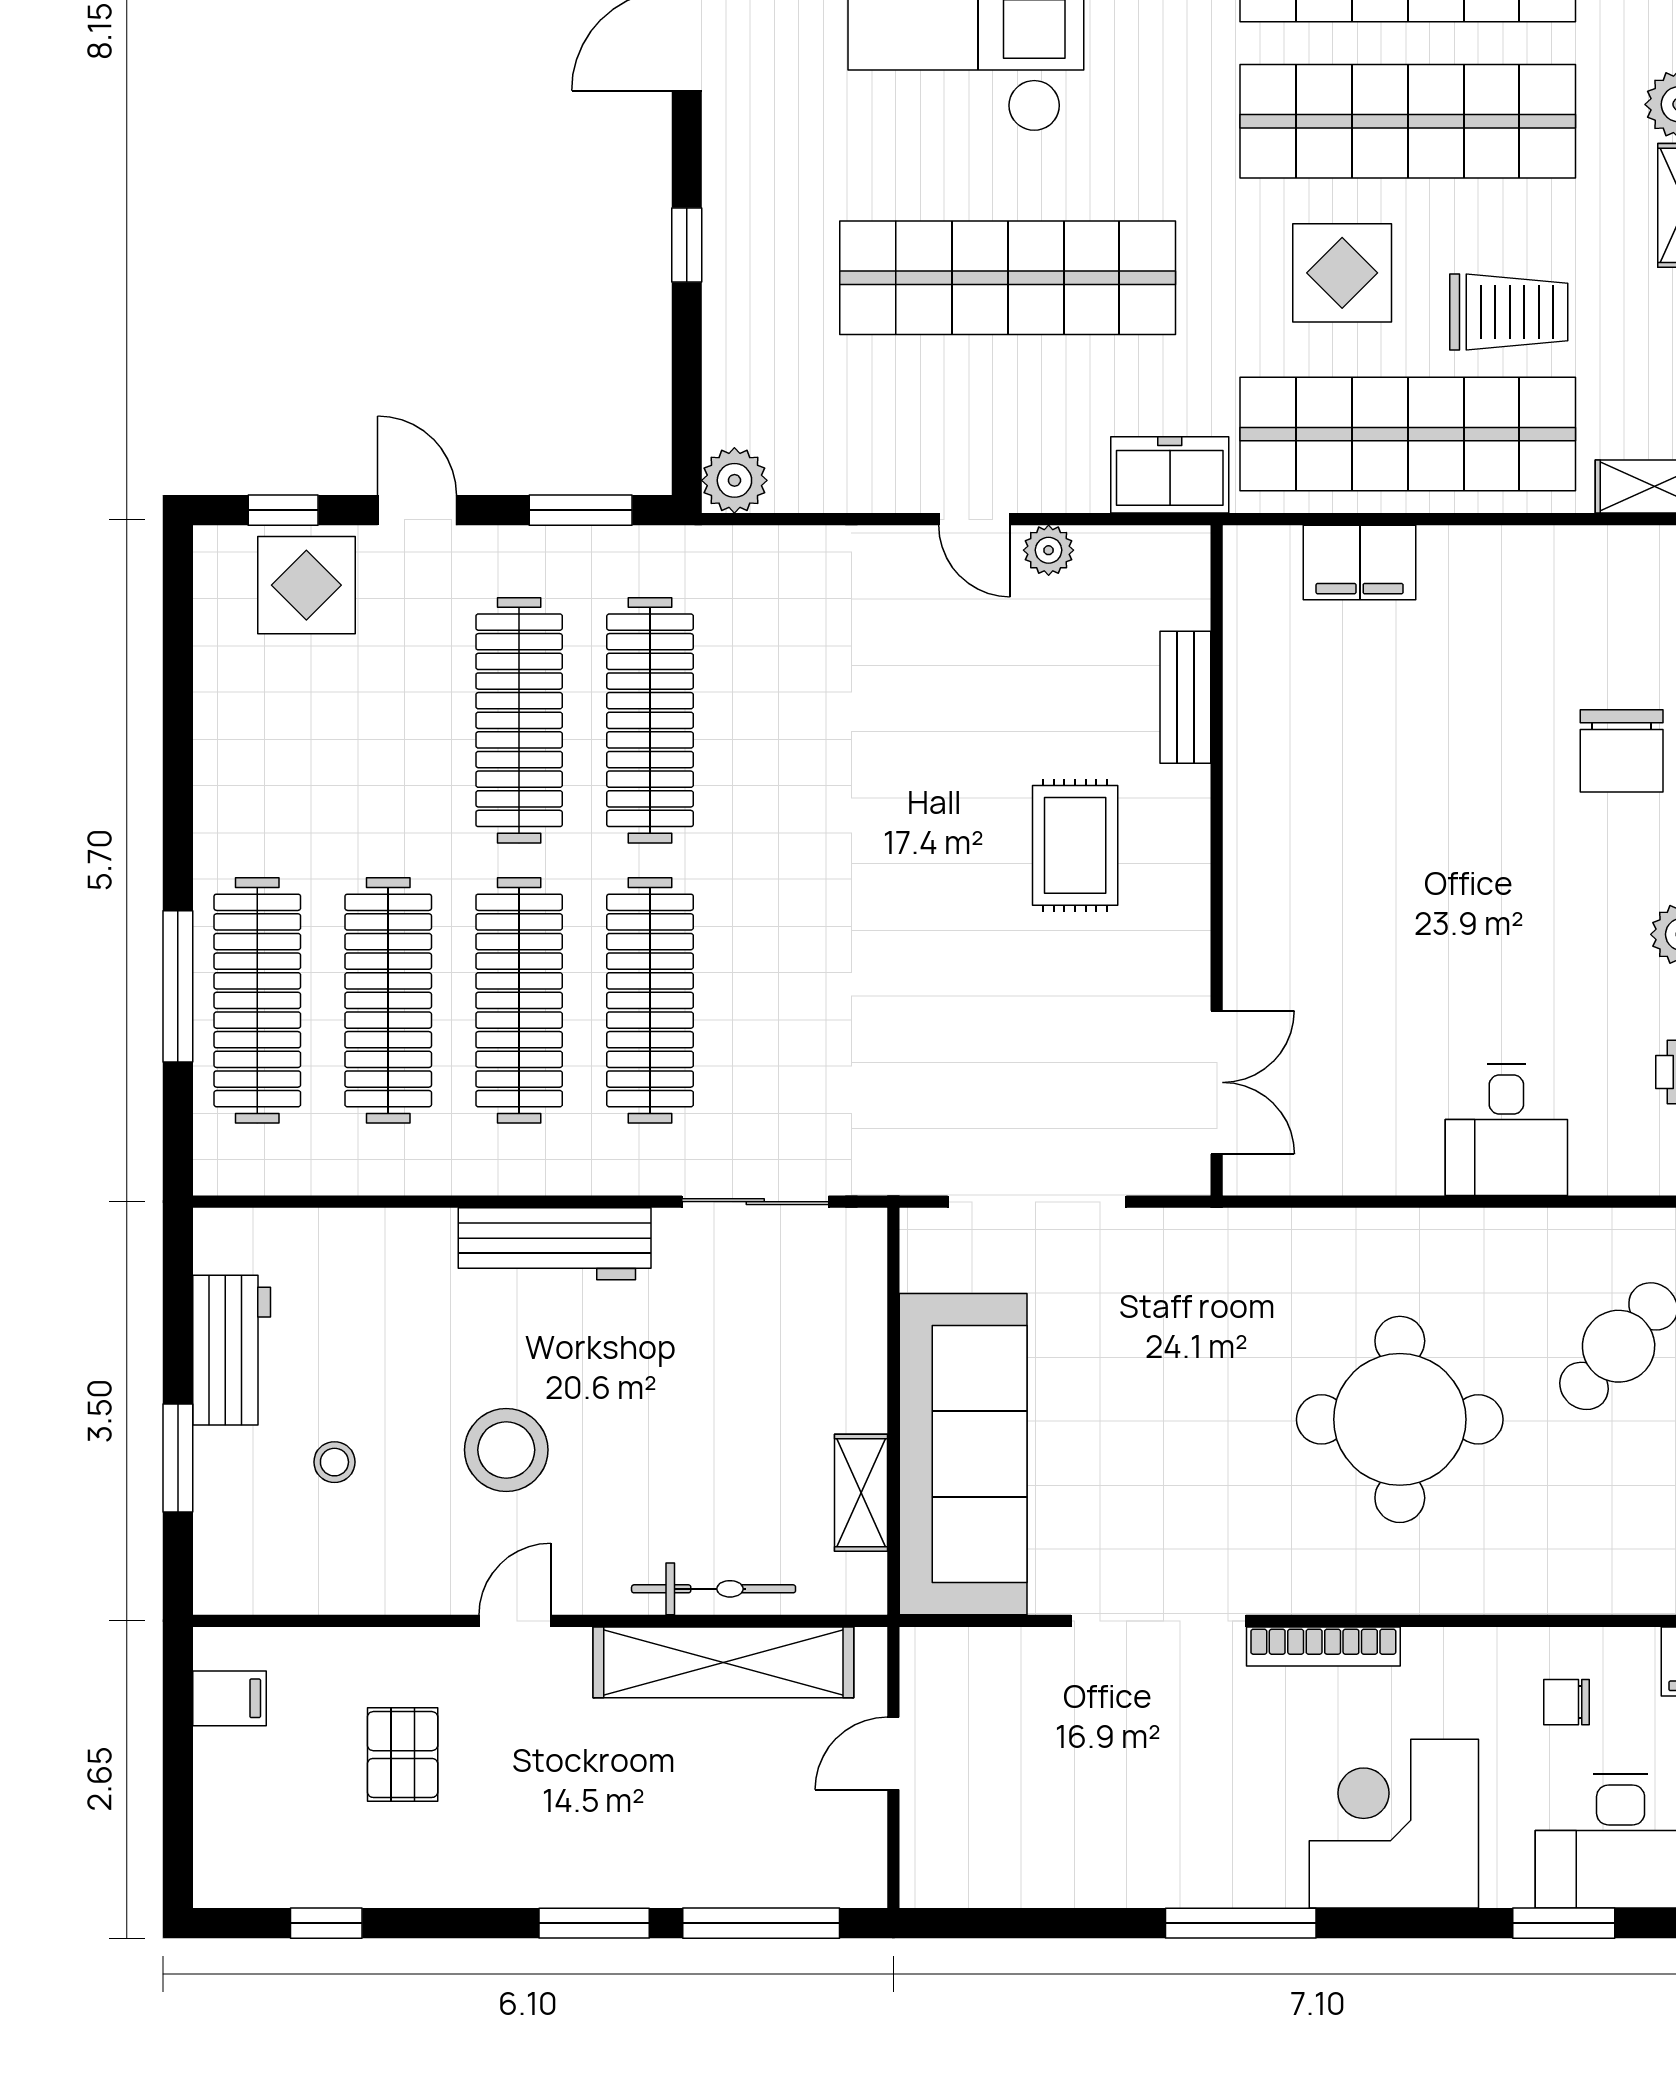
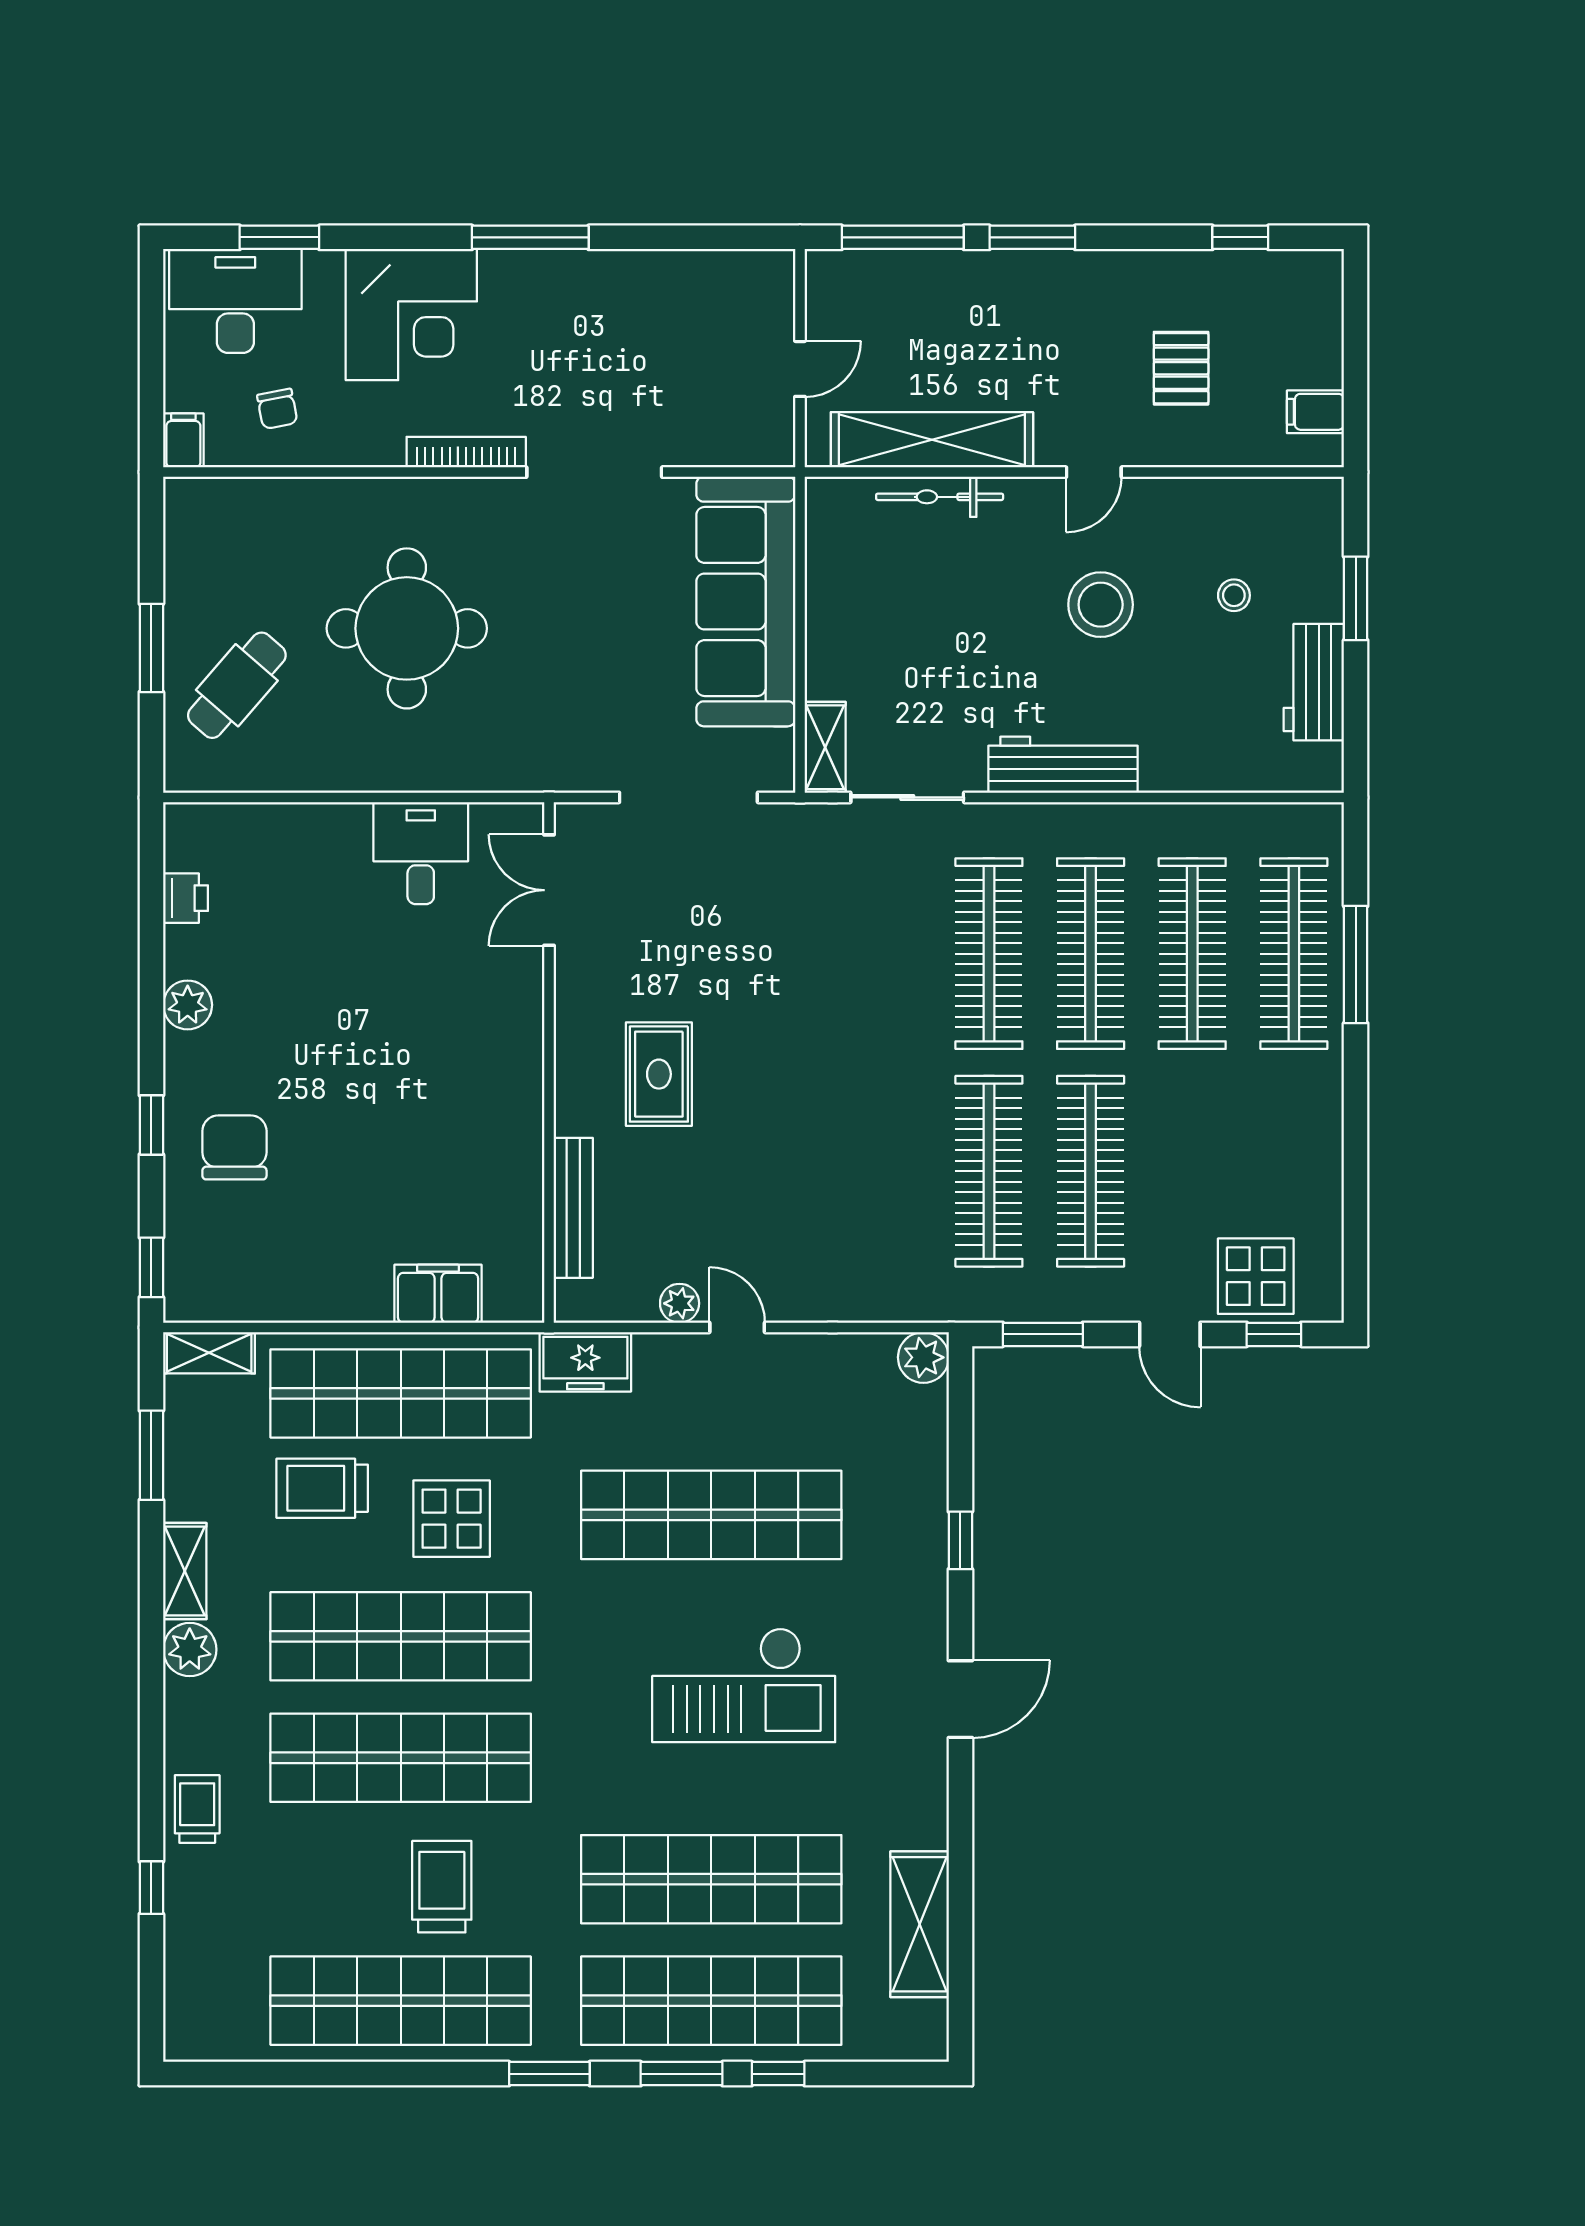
bench: (1185, 697) -> (573, 1208), width x1.36
desk: (1506, 1130) -> (421, 853), moved
shelving: (861, 1493) -> (825, 747), moved
chair: (1567, 1702) -> (277, 409), turned 79

